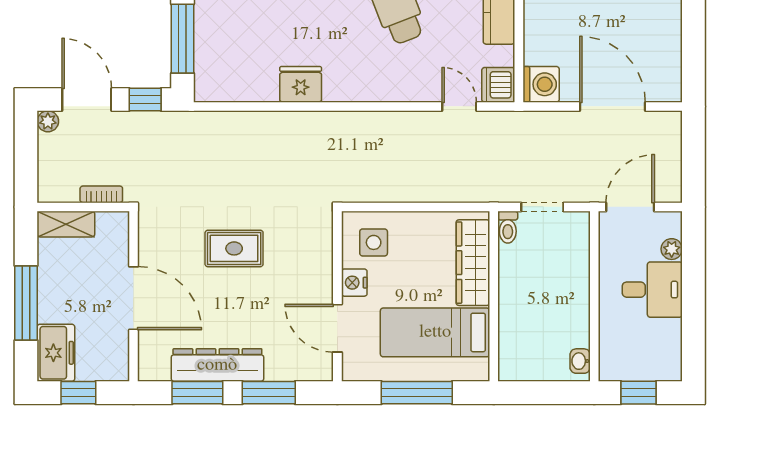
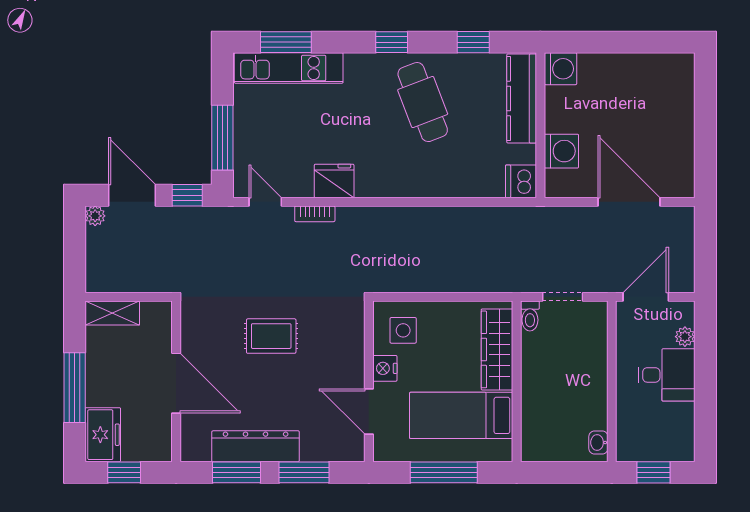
washing machine: (541, 84) -> (561, 151), moved
door: (459, 106) -> (265, 202), moved
bookcase: (101, 194) -> (315, 214), moved, turned 180

